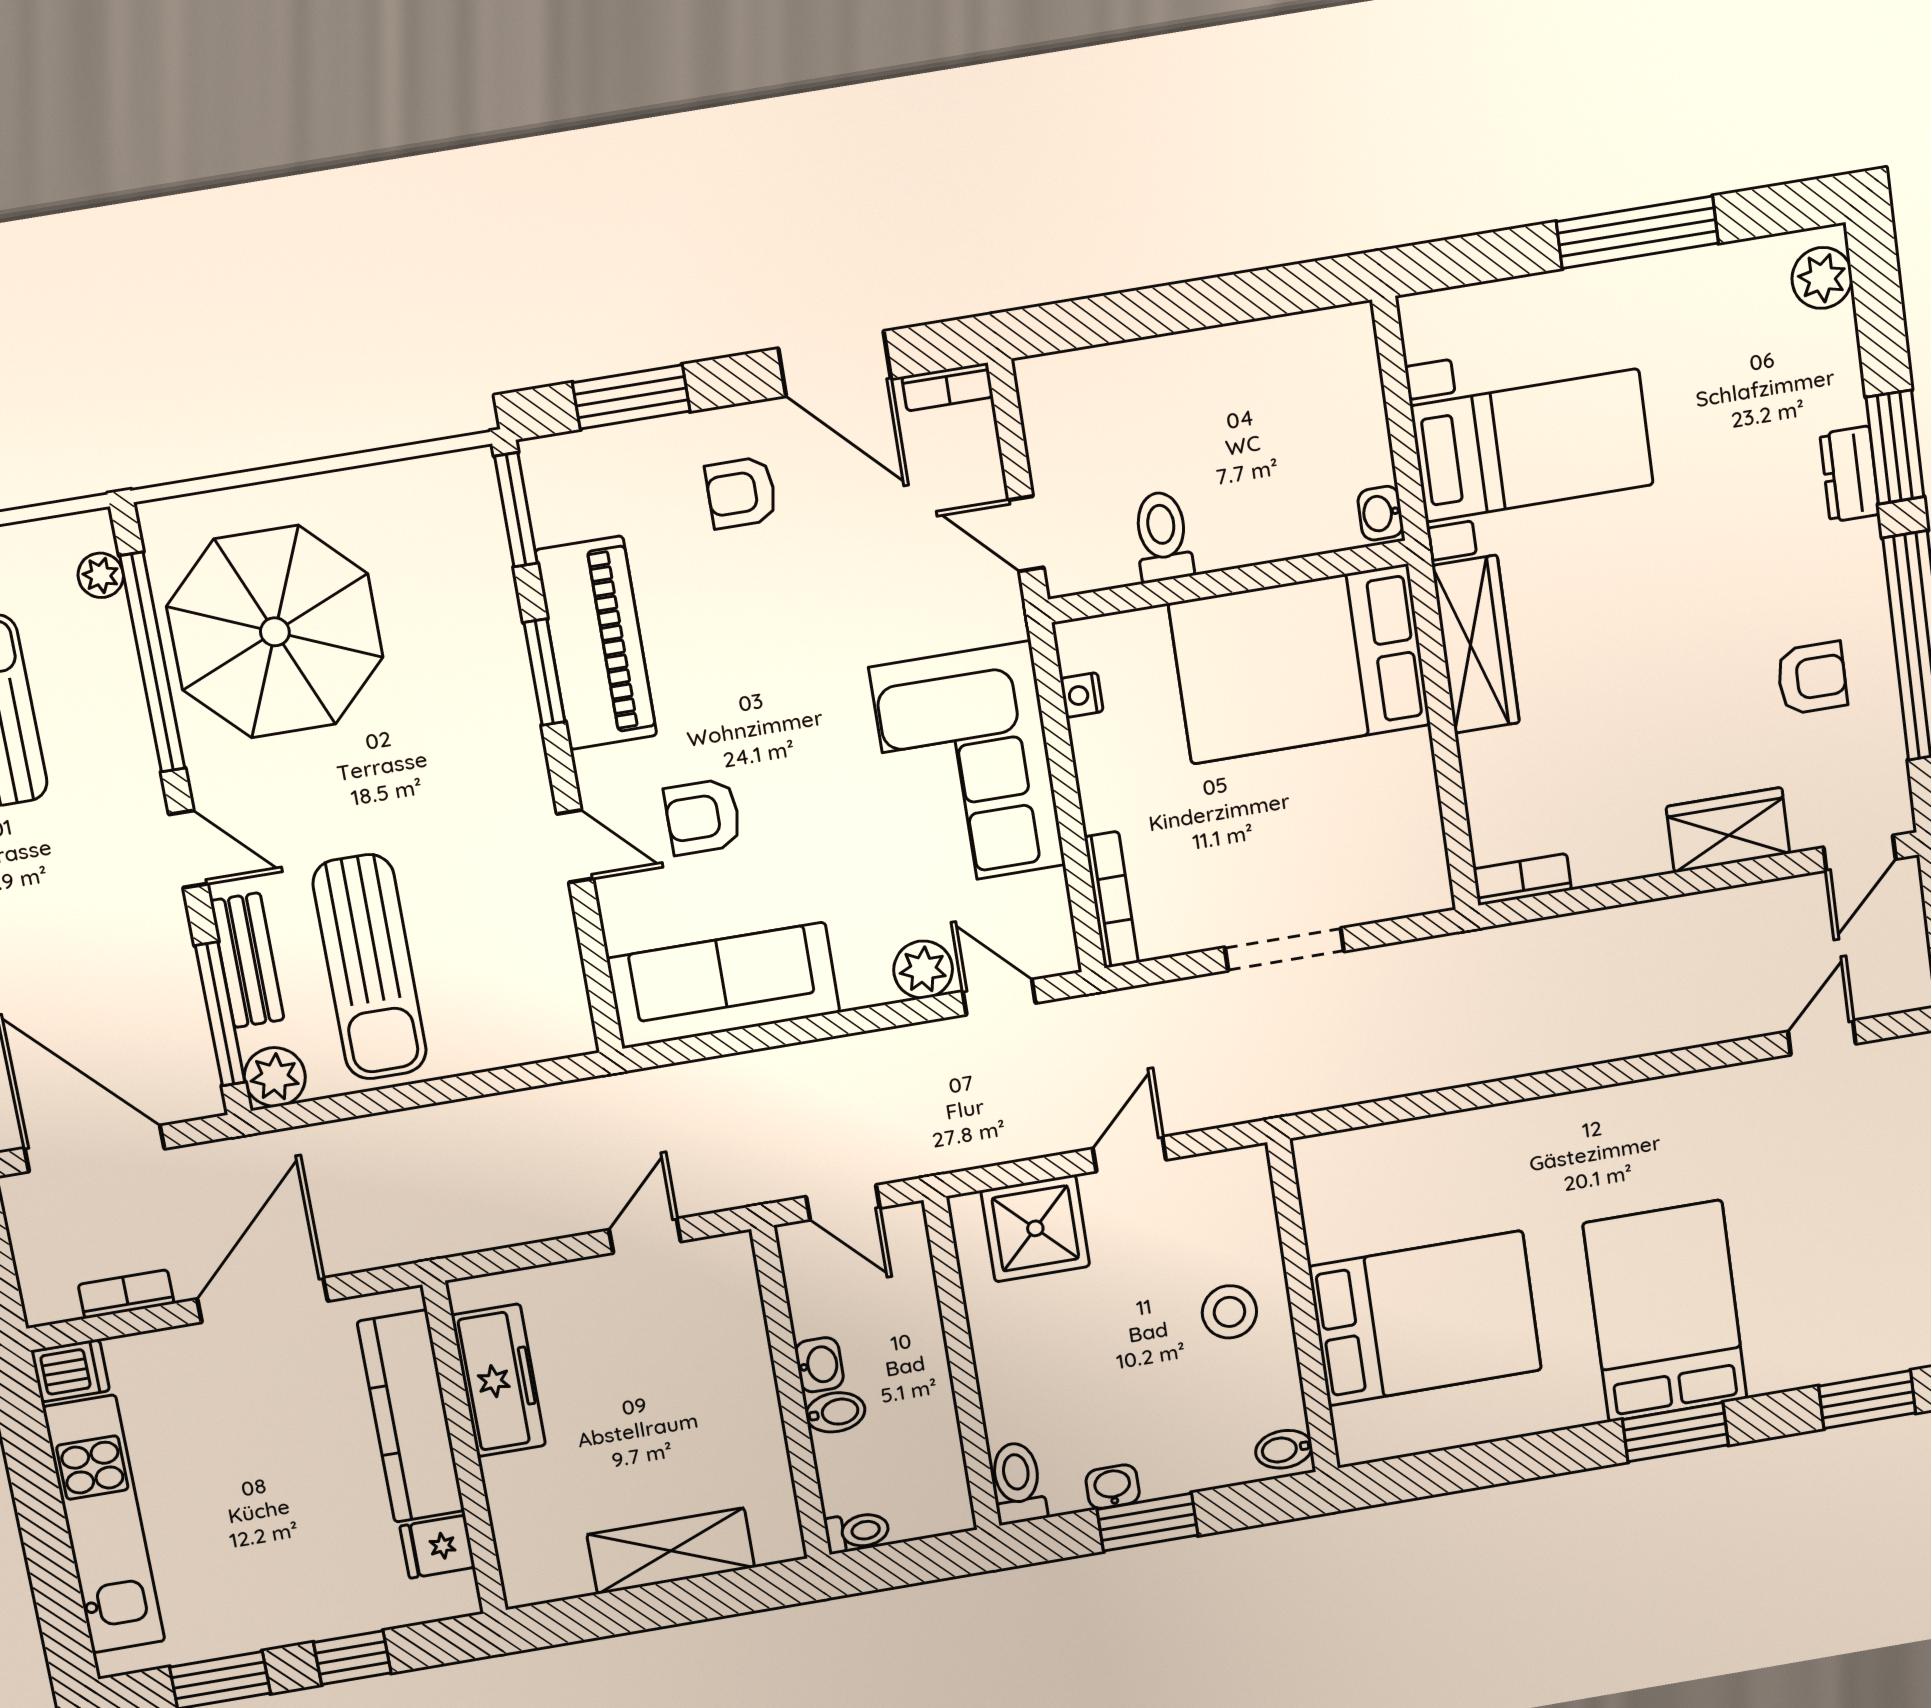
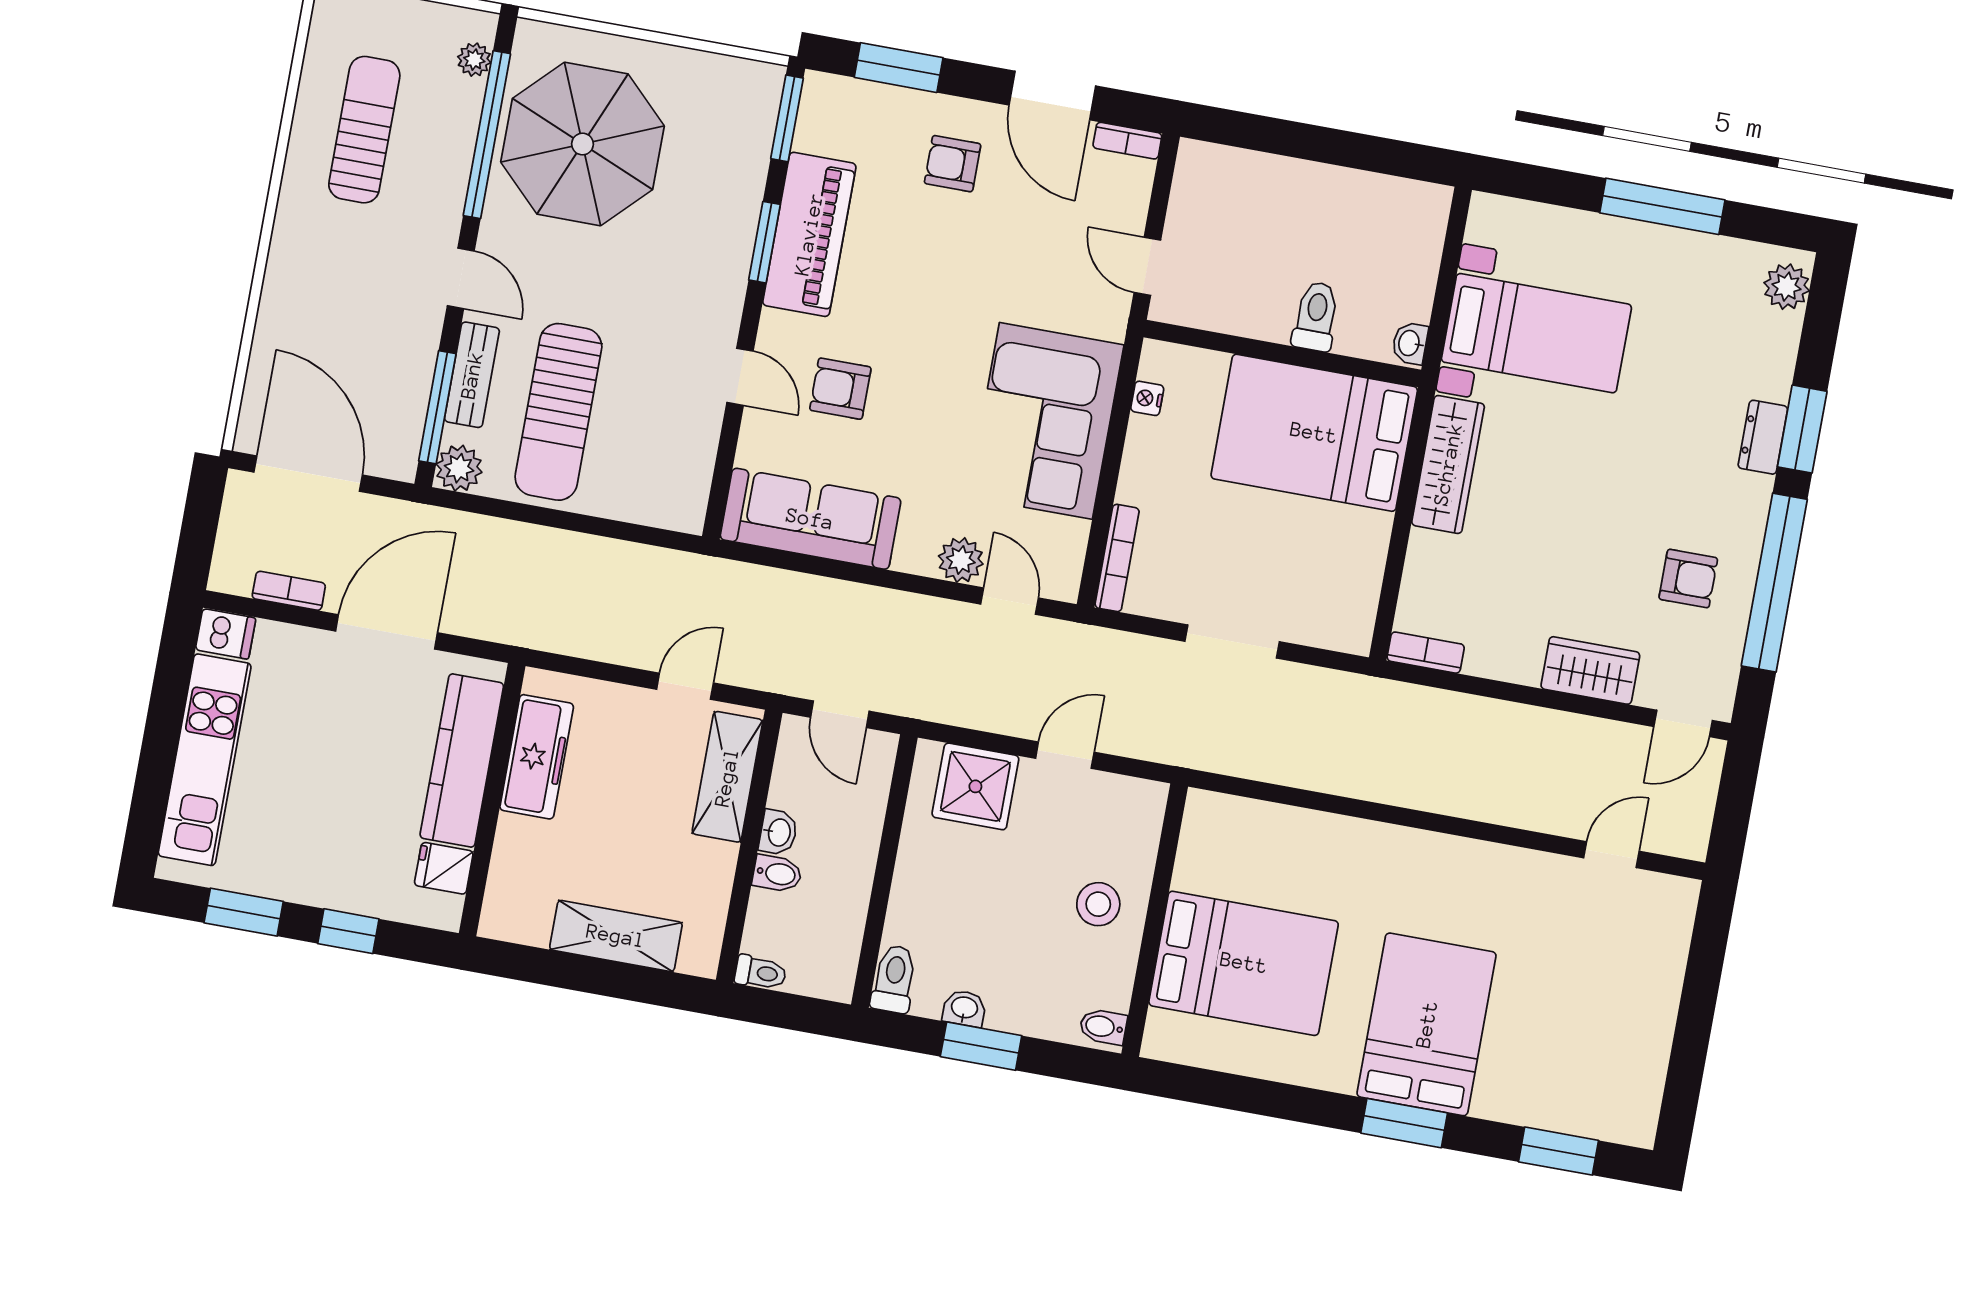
toilet: (1163, 536) -> (1316, 316), moved
shelving: (735, 1322) -> (727, 777), added

